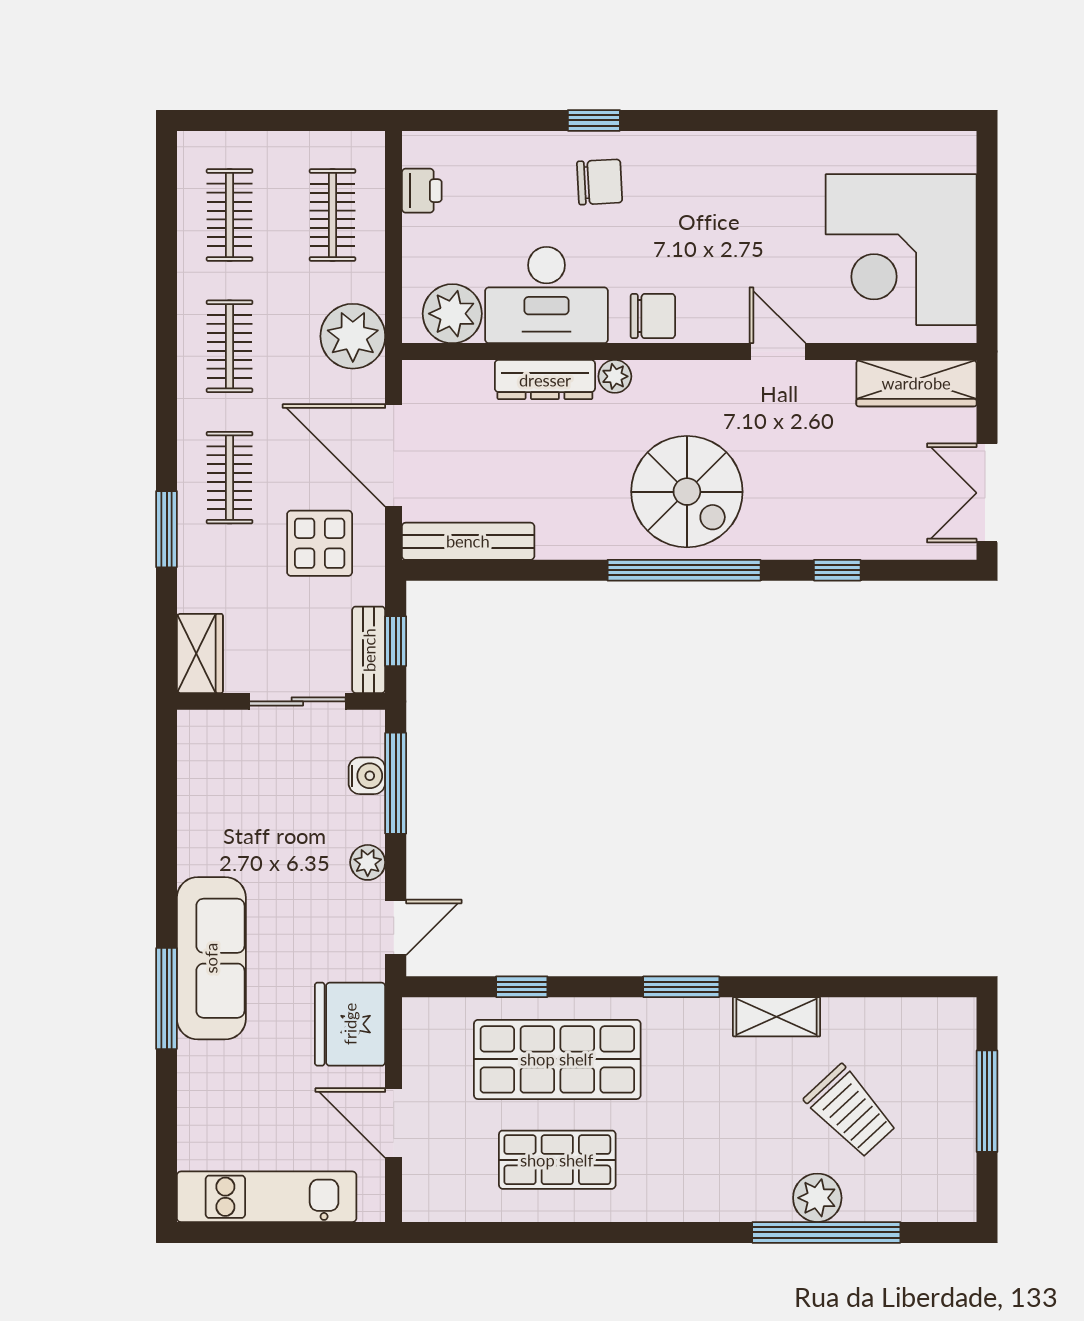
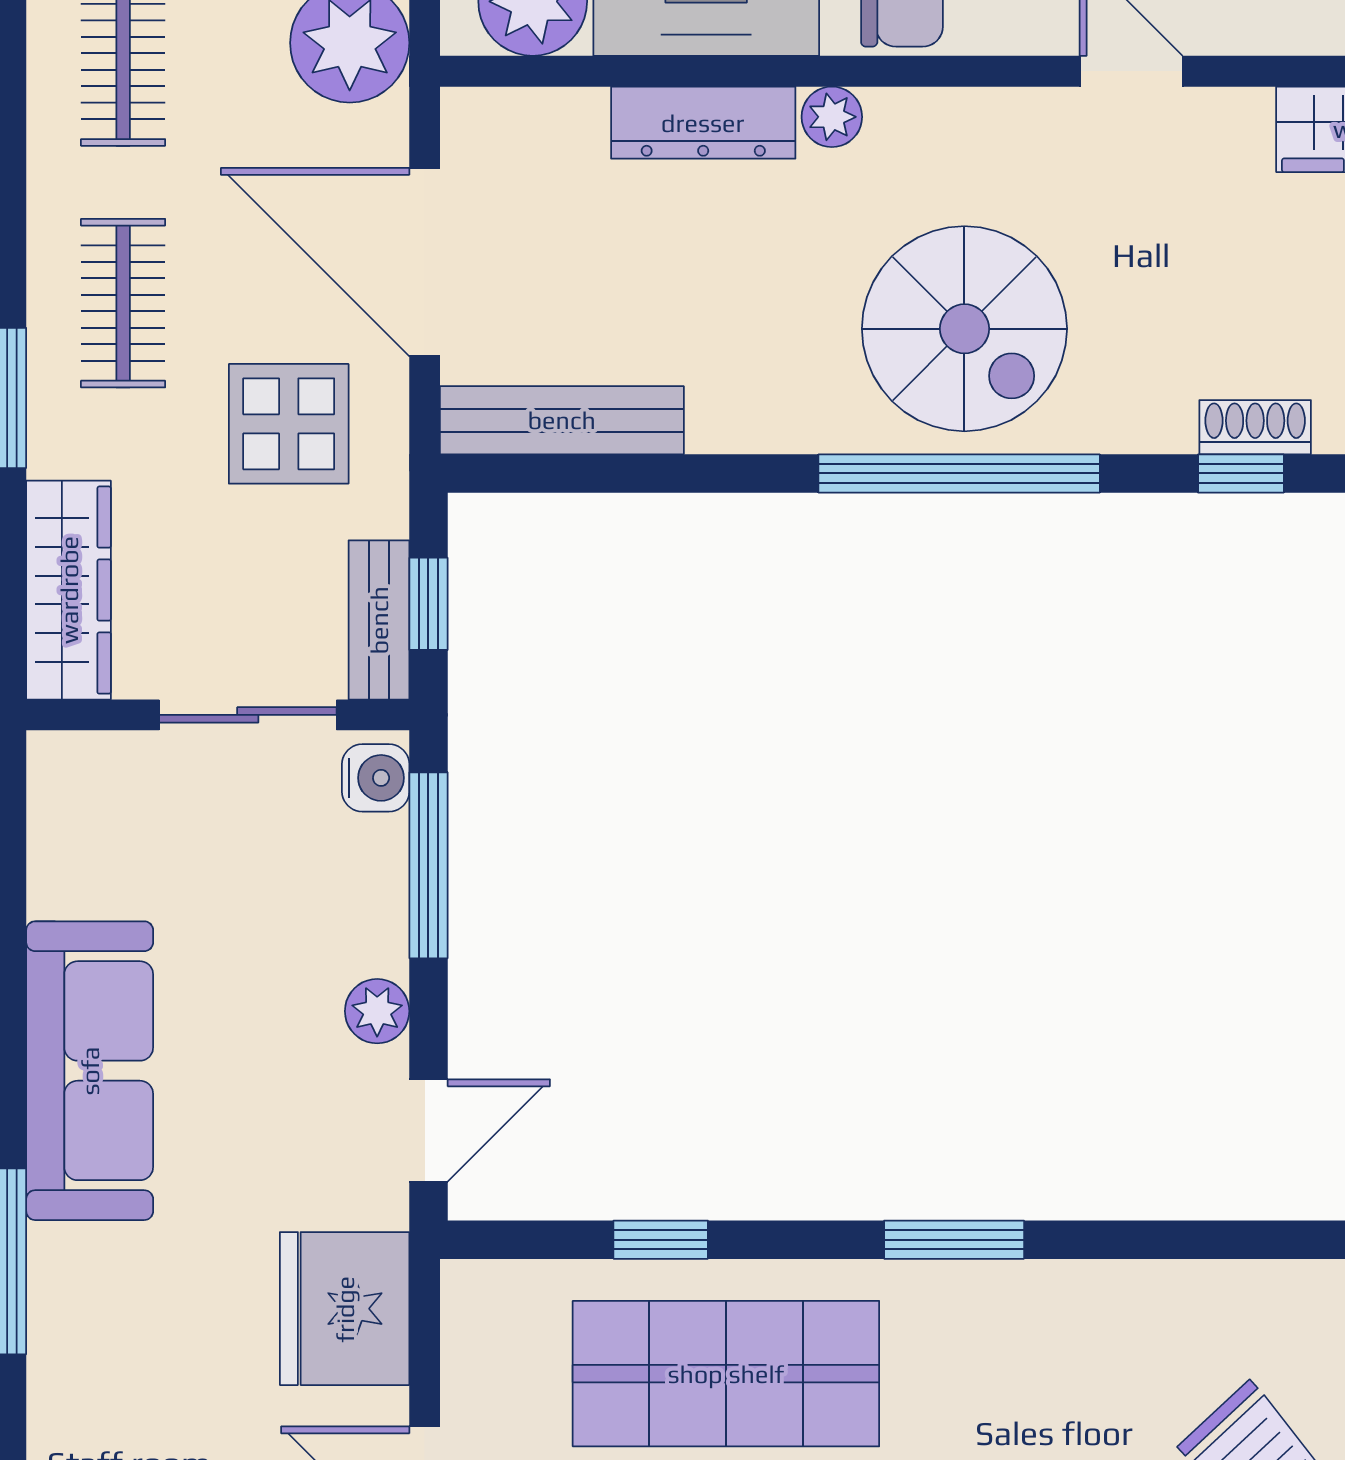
shoe rack: (845, 545) -> (1255, 427), added
wardrobe: (200, 653) -> (69, 590), width x1.50
water cooler: (367, 776) -> (376, 778), moved
sofa: (211, 958) -> (90, 1071), moved
shelving: (777, 1017) -> (1129, 1295), removed

